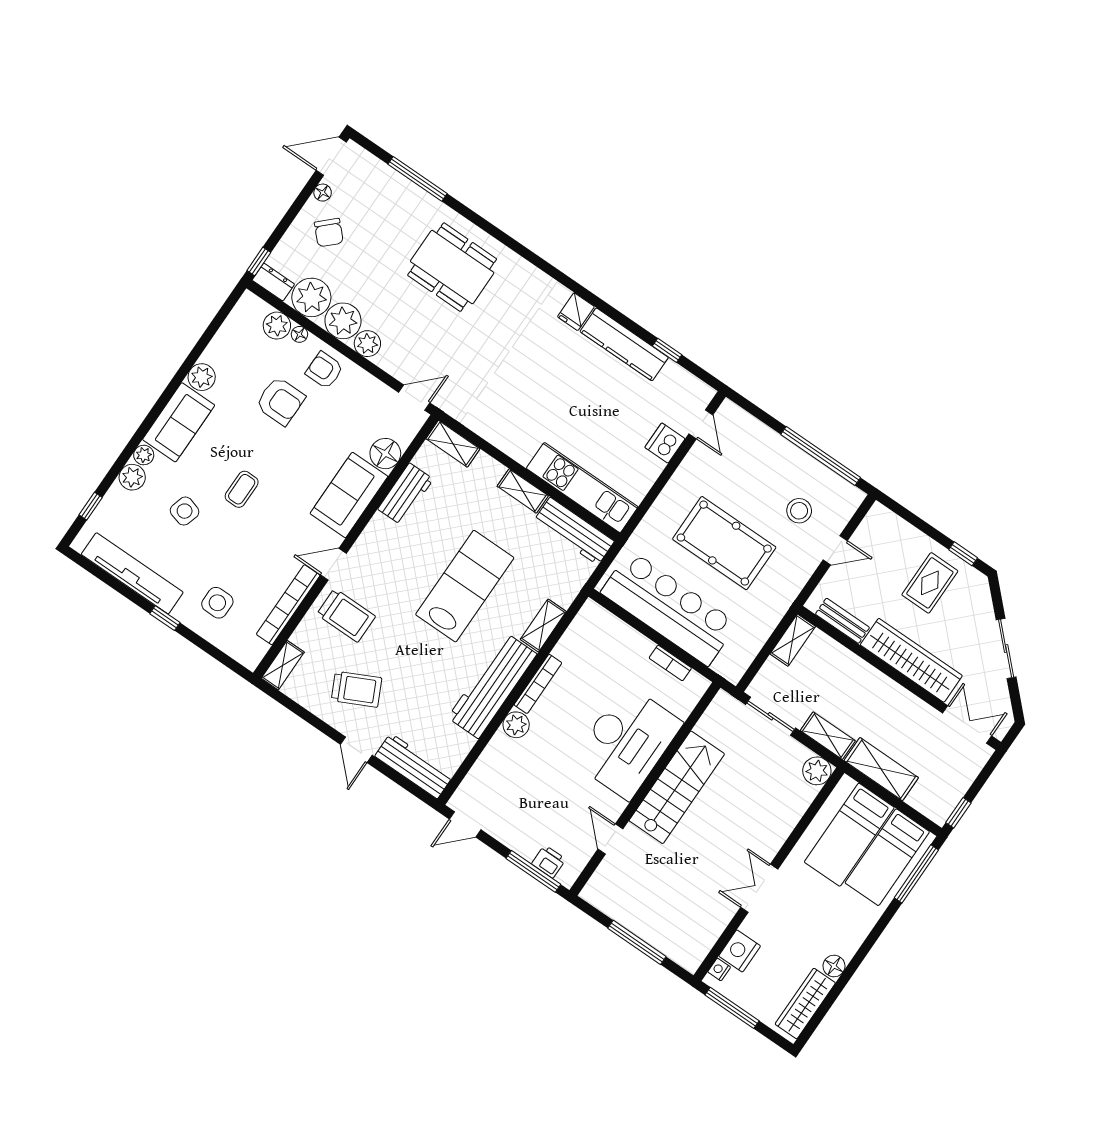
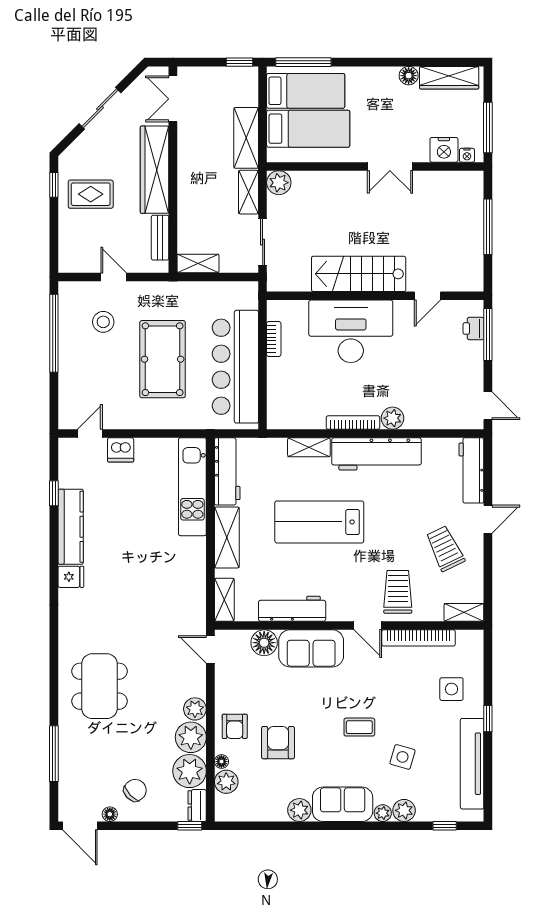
shelving: (523, 491) -> (227, 537), width x1.50, depth x1.33
workbench: (406, 494) -> (292, 609), width x1.38

